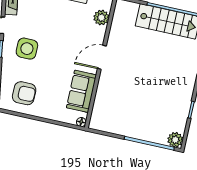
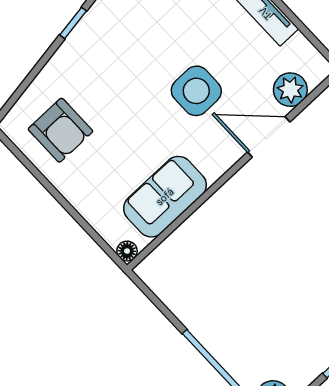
side table: (27, 49) -> (196, 91), moved
door: (102, 57) -> (269, 137), moved

